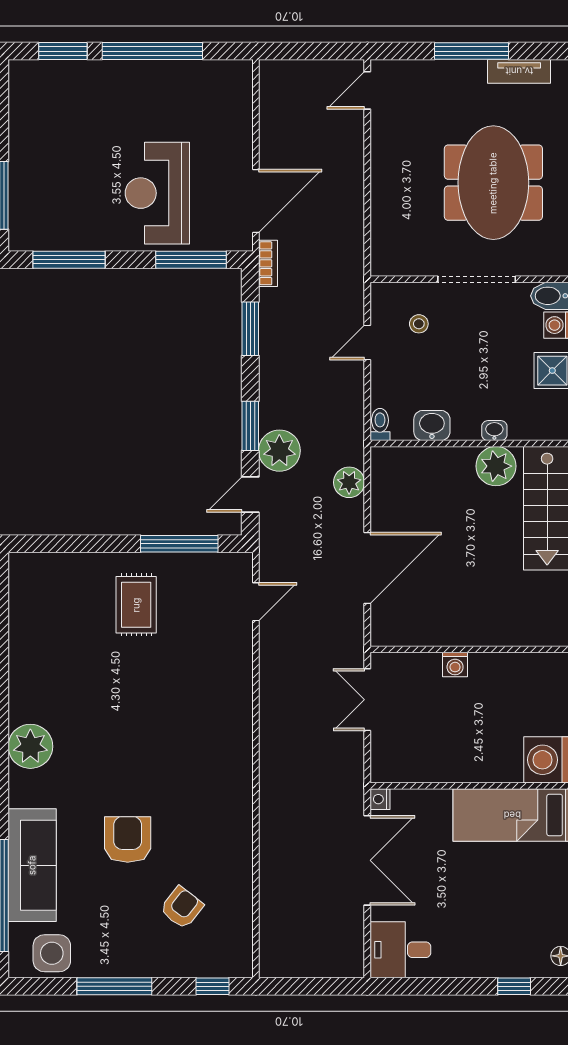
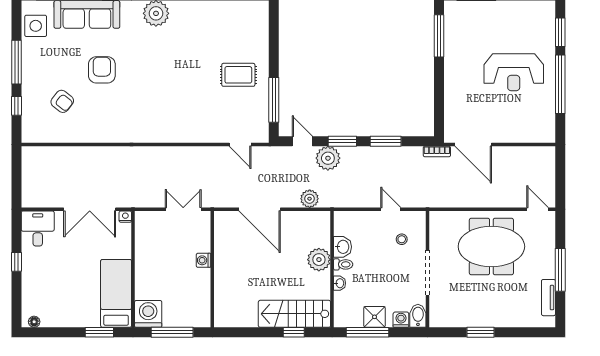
meeting table: (493, 183) -> (491, 246), moved
reception desk: (157, 193) -> (514, 72), moved, turned 180
window: (191, 260) -> (439, 107), removed
window: (250, 329) -> (386, 141), moved
toilet: (380, 424) -> (343, 264), moved
plant: (496, 466) -> (319, 260), moved
armchair: (128, 839) -> (102, 70), turned -90
window: (212, 986) -> (16, 106), moved
window: (514, 986) -> (16, 262), moved

